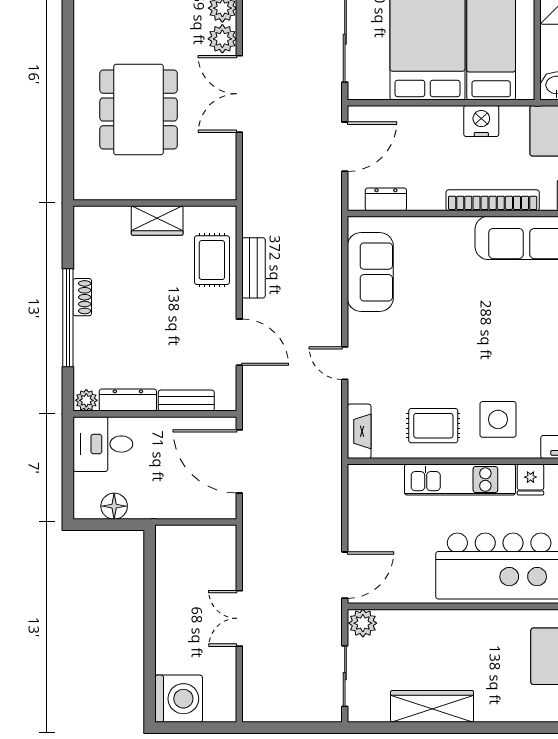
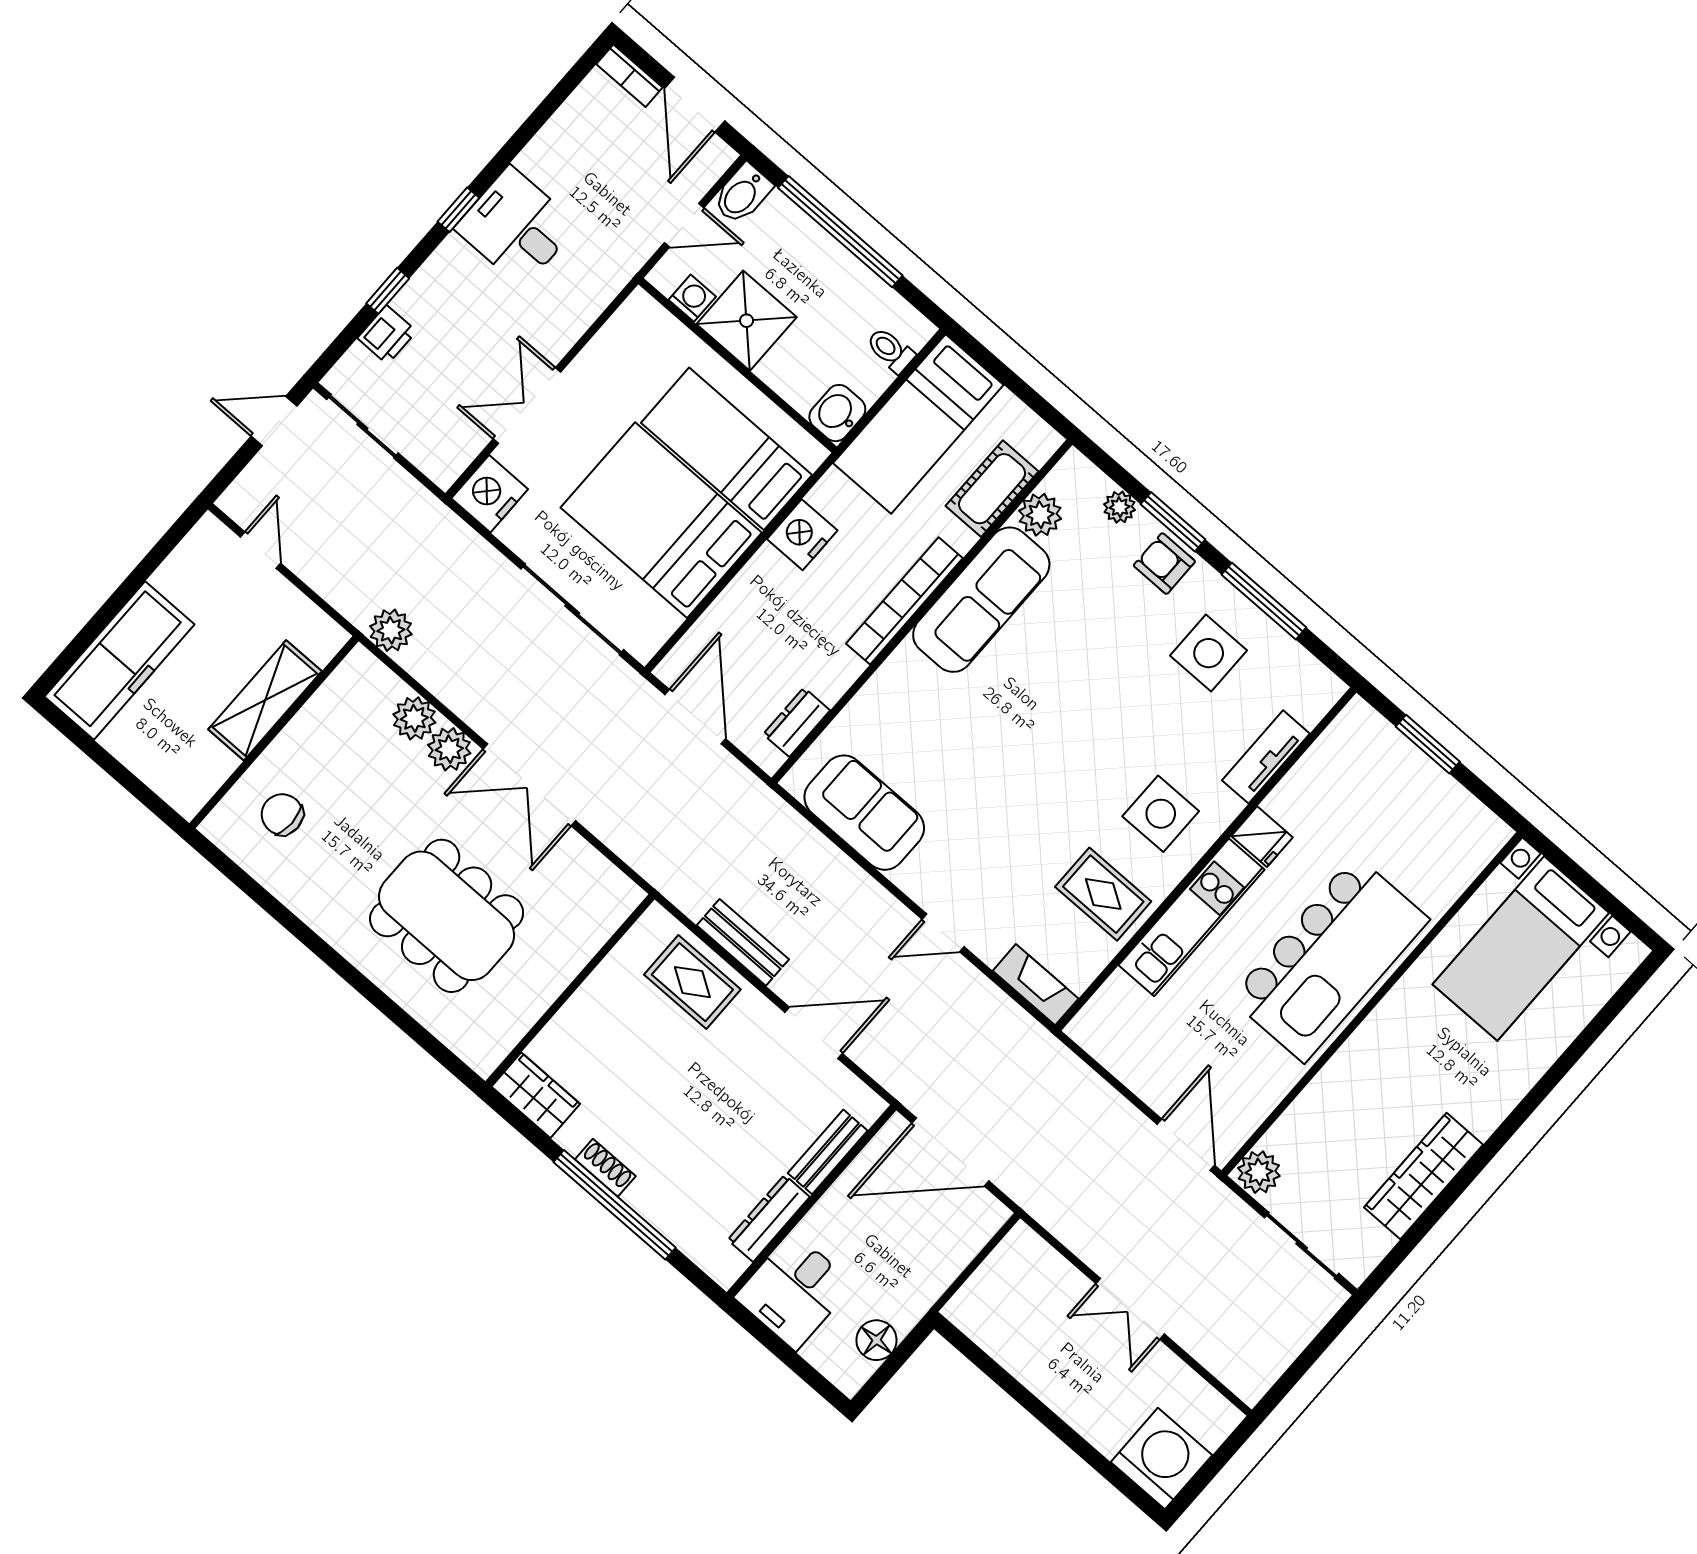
wardrobe: (157, 220) -> (536, 1095), moved, turned -90
plant: (86, 400) -> (727, 1266), removed
rug: (433, 426) -> (1103, 894), turned 90

